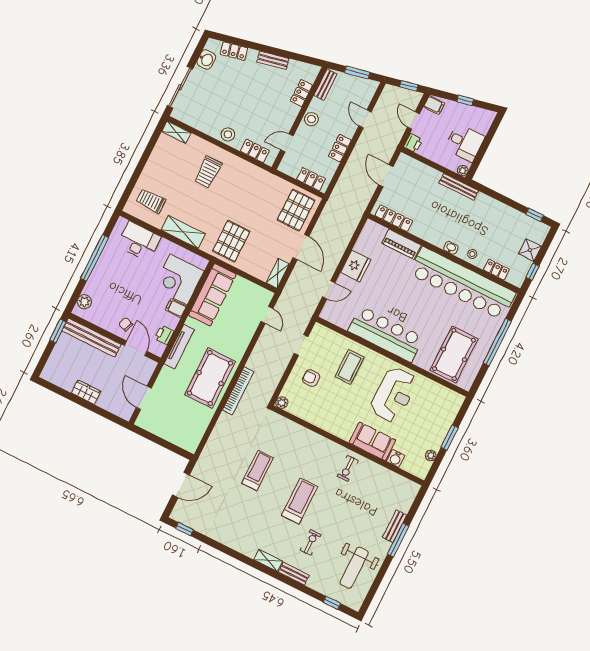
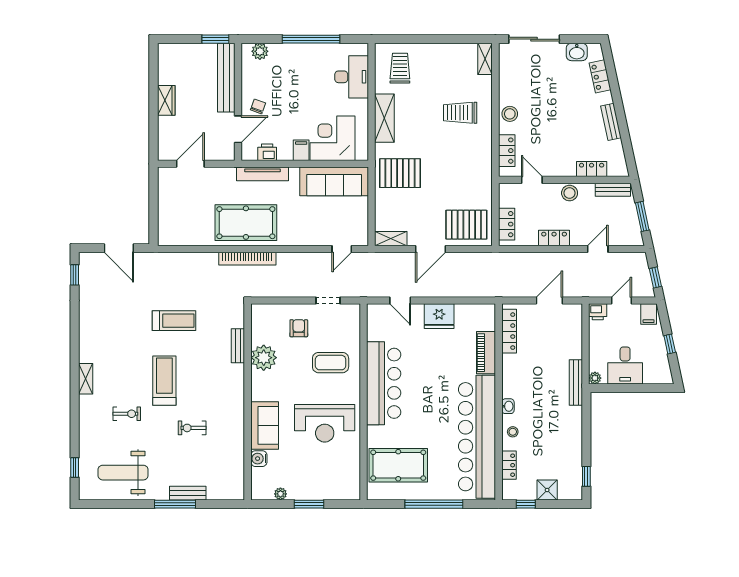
plant: (282, 403) -> (264, 358), moved, width x1.88, depth x1.88
exercise bike: (348, 468) -> (192, 428), moved
treadmill: (300, 501) -> (164, 381), turned -90
bench: (294, 574) -> (238, 346), moved

